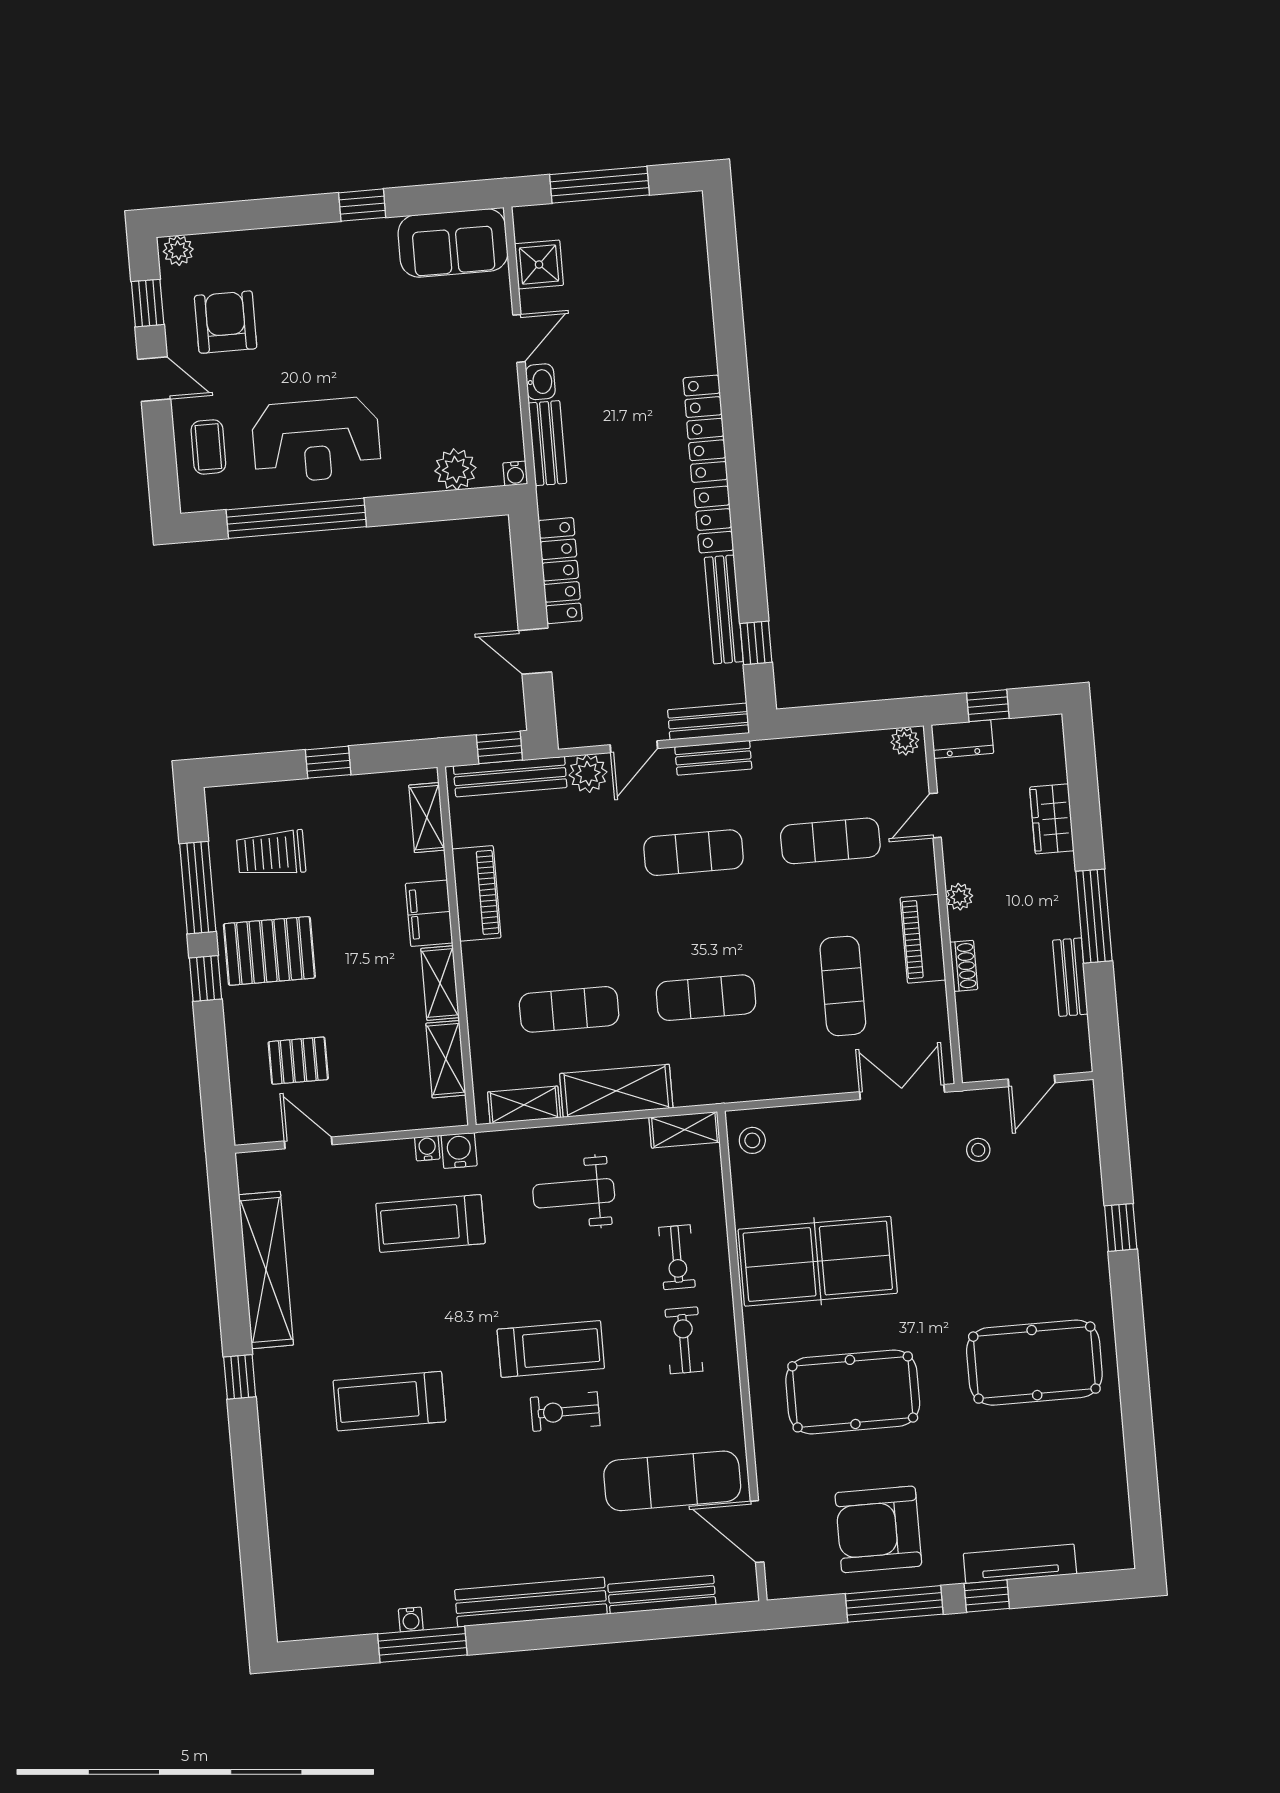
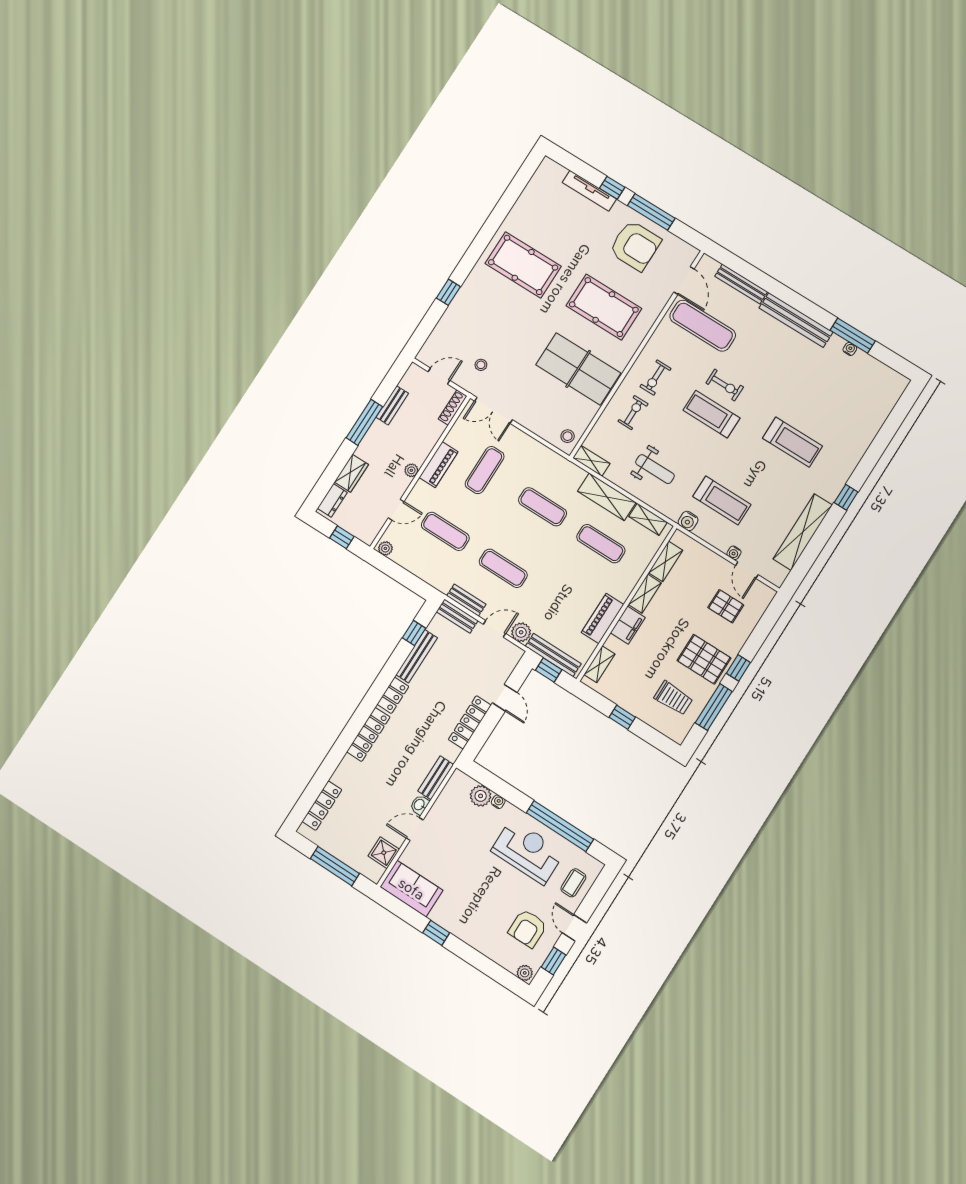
locker: (692, 262) -> (322, 806), added
water cooler: (515, 473) -> (498, 802), moved
dresser: (962, 739) -> (332, 500), moved, turned 90
shoe rack: (964, 966) -> (453, 408), moved, width x1.43
water cooler: (427, 1148) -> (734, 553), moved

